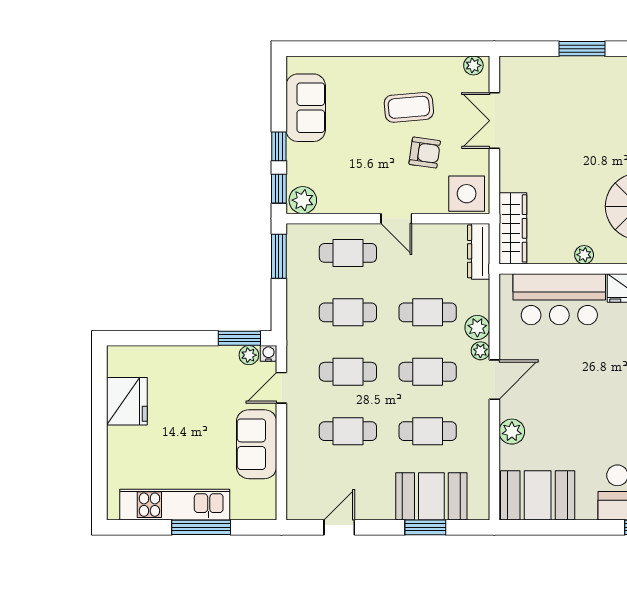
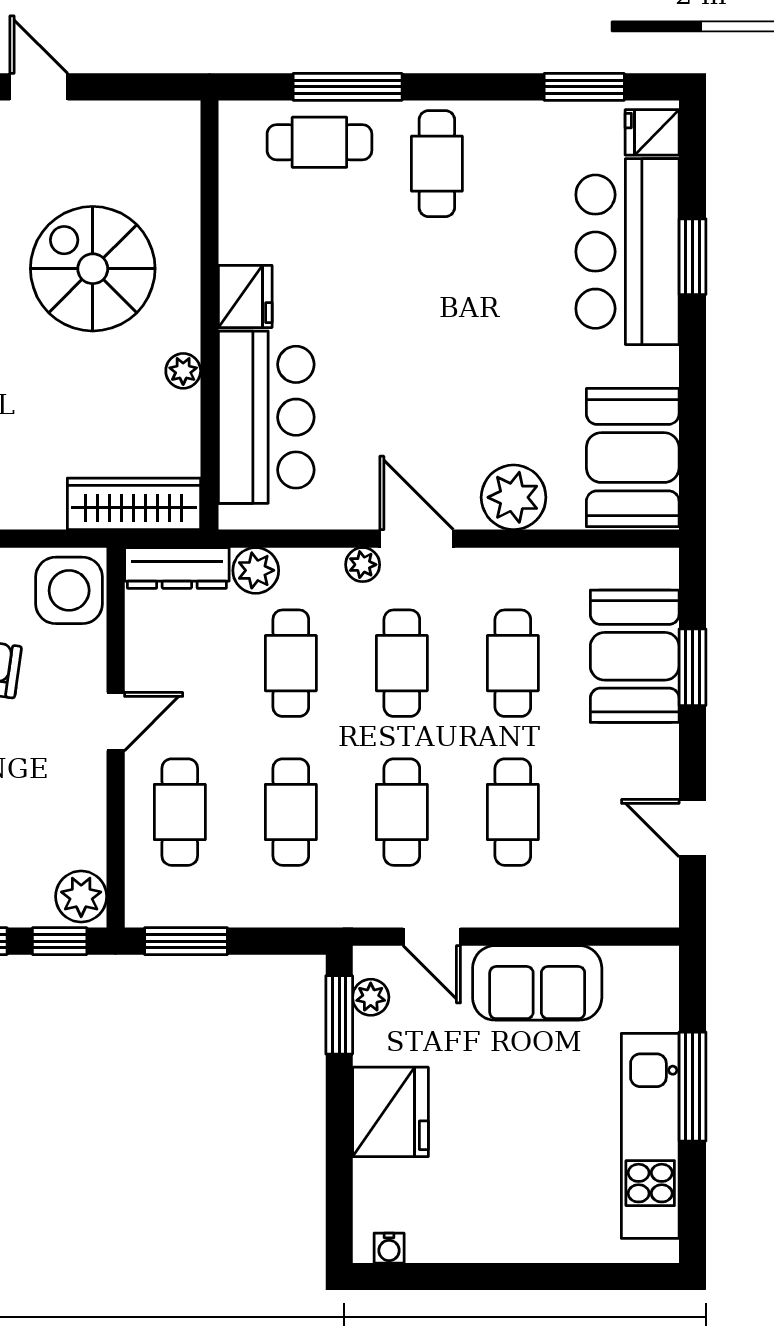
plant: (477, 327) -> (256, 570), moved
water cooler: (268, 353) -> (389, 1248), moved, turned -90
fridge: (127, 401) -> (390, 1112), moved, turned 90
plant: (512, 432) -> (514, 497), width x1.36, depth x1.36

